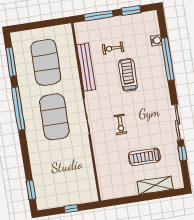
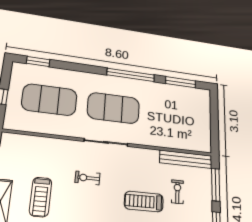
exercise mat: (46, 62) -> (49, 100), moved
bench: (86, 67) -> (186, 159), moved
treadmill: (128, 75) -> (144, 202), turned 180
treadmill: (144, 157) -> (41, 197), turned 180

